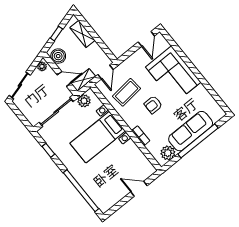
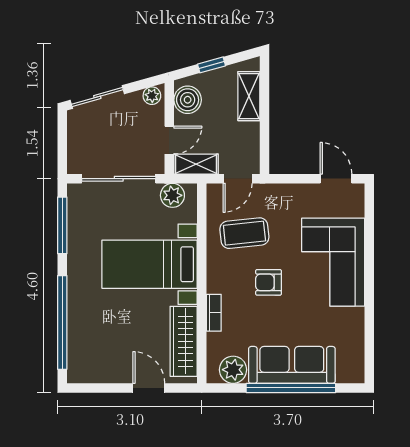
door: (146, 39) -> (336, 179), swing flipped
door: (64, 79) -> (169, 140), hinge flipped
window: (48, 150) -> (62, 225), width x2.17
wardrobe: (138, 158) -> (184, 341), added

